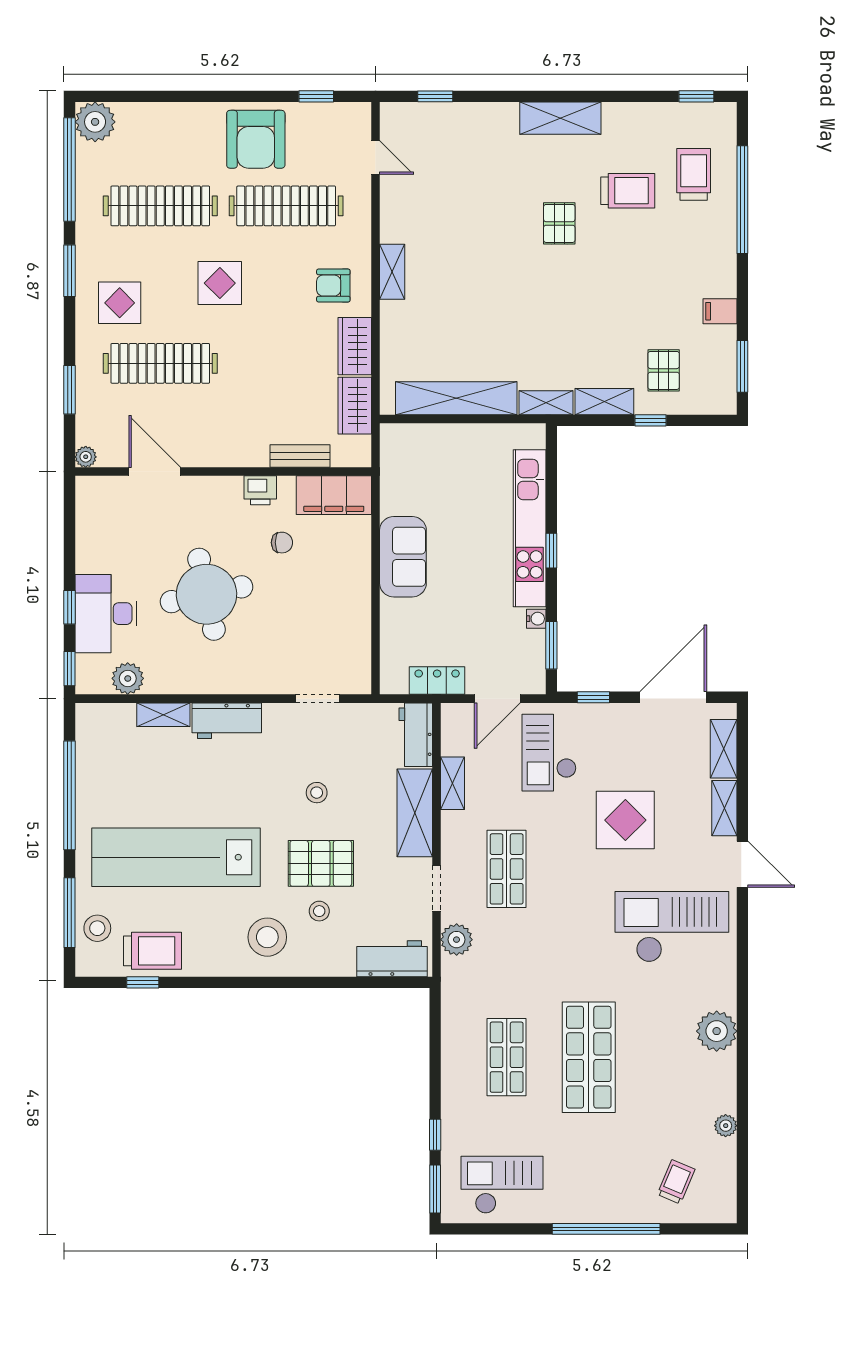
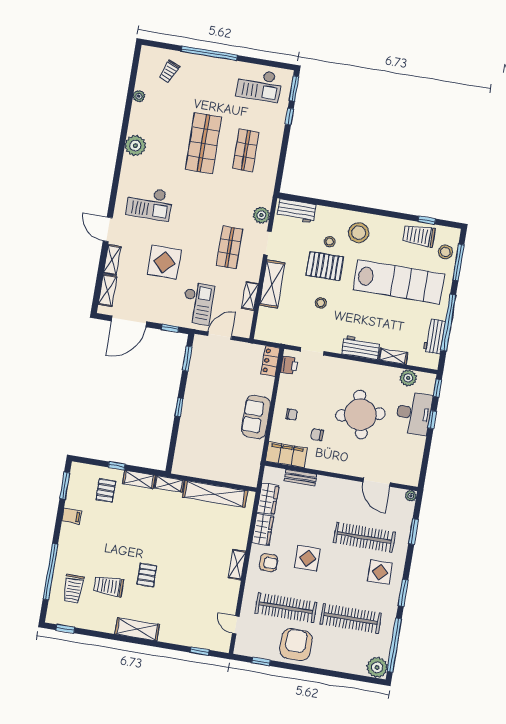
display table: (220, 283) -> (307, 558), moved
printer: (260, 490) -> (289, 365), moved, turned 90
kitchen unit: (530, 528) -> (188, 421), removed
chair: (336, 572) -> (292, 415), added
water cooler: (536, 619) -> (193, 374), removed
locker: (437, 680) -> (270, 361), moved, turned 90
workbench: (416, 735) -> (434, 336), moved, turned 180
checkout: (672, 927) -> (149, 203), width x0.73, depth x0.83

